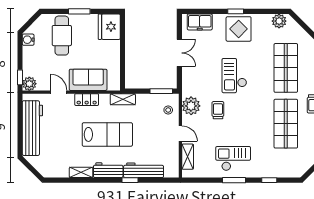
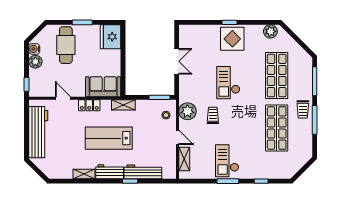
freezer: (200, 22) -> (196, 32), removed
sofa: (88, 80) -> (103, 87), moved
plant: (29, 84) -> (35, 62), moved
lab bench: (107, 134) -> (109, 138), turned 180
checkout: (233, 158) -> (227, 161), turned -90

